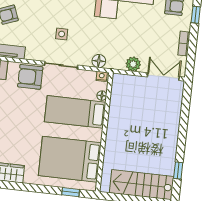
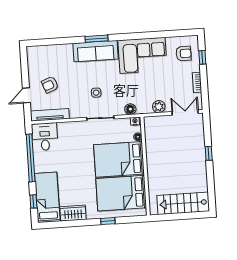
armchair: (30, 77) -> (77, 132), removed
bed: (75, 112) -> (119, 159), width x1.50
window: (178, 171) -> (209, 153), moved
window: (71, 192) -> (108, 221), moved

